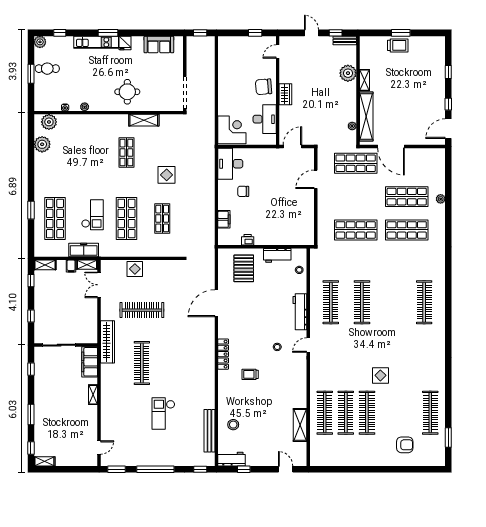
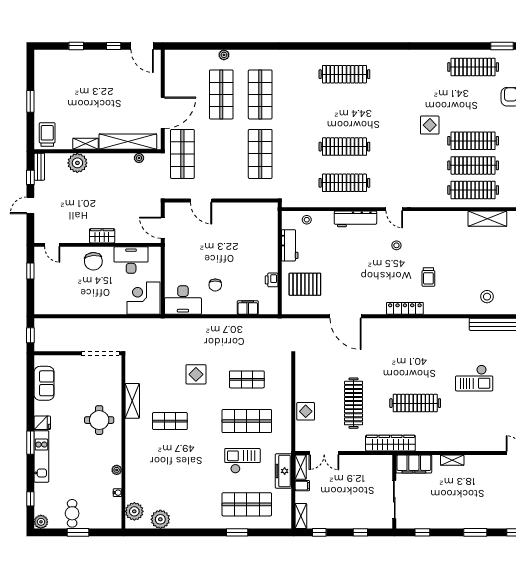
trolley: (398, 45) -> (47, 134), moved

